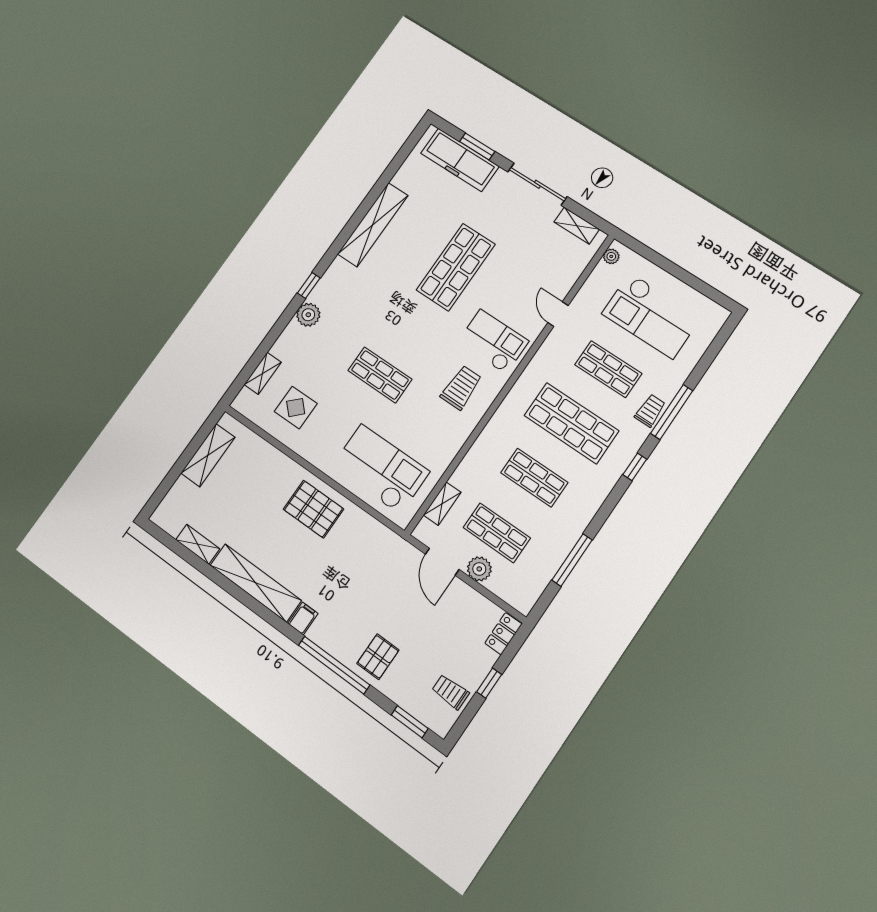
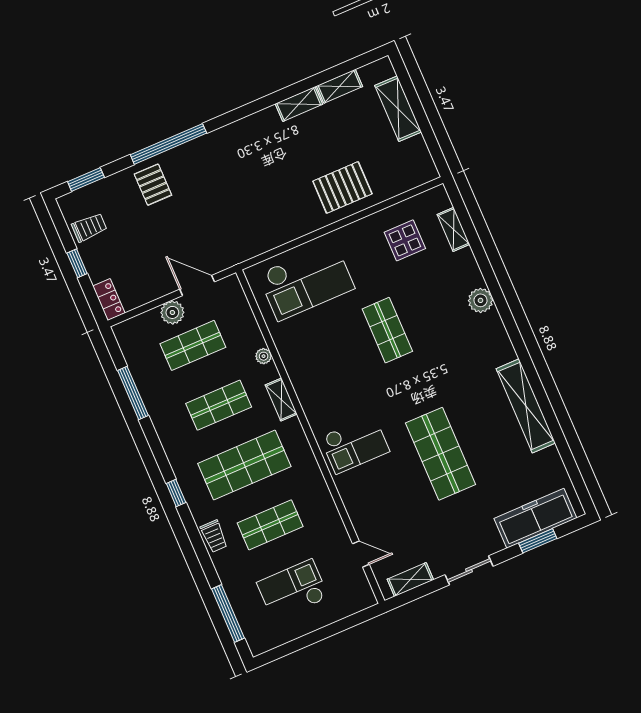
sliding door: (537, 184) -> (469, 570), width x0.73
plant: (611, 256) -> (264, 356), moved
window: (309, 285) -> (507, 317), removed
door: (558, 314) -> (361, 554), moved
checkout: (651, 315) -> (293, 590), width x0.73, depth x0.83
shop shelf: (380, 375) -> (387, 330), turned 90
trolley: (461, 388) -> (332, 392), removed
window: (672, 412) -> (228, 614), moved
shelving: (208, 455) -> (398, 109), moved
shelving: (442, 504) -> (281, 400), moved
pallet: (313, 509) -> (342, 187), moved
shelving: (256, 583) -> (299, 104), width x0.45, depth x0.75
filing cabinet: (303, 618) -> (222, 140), removed

